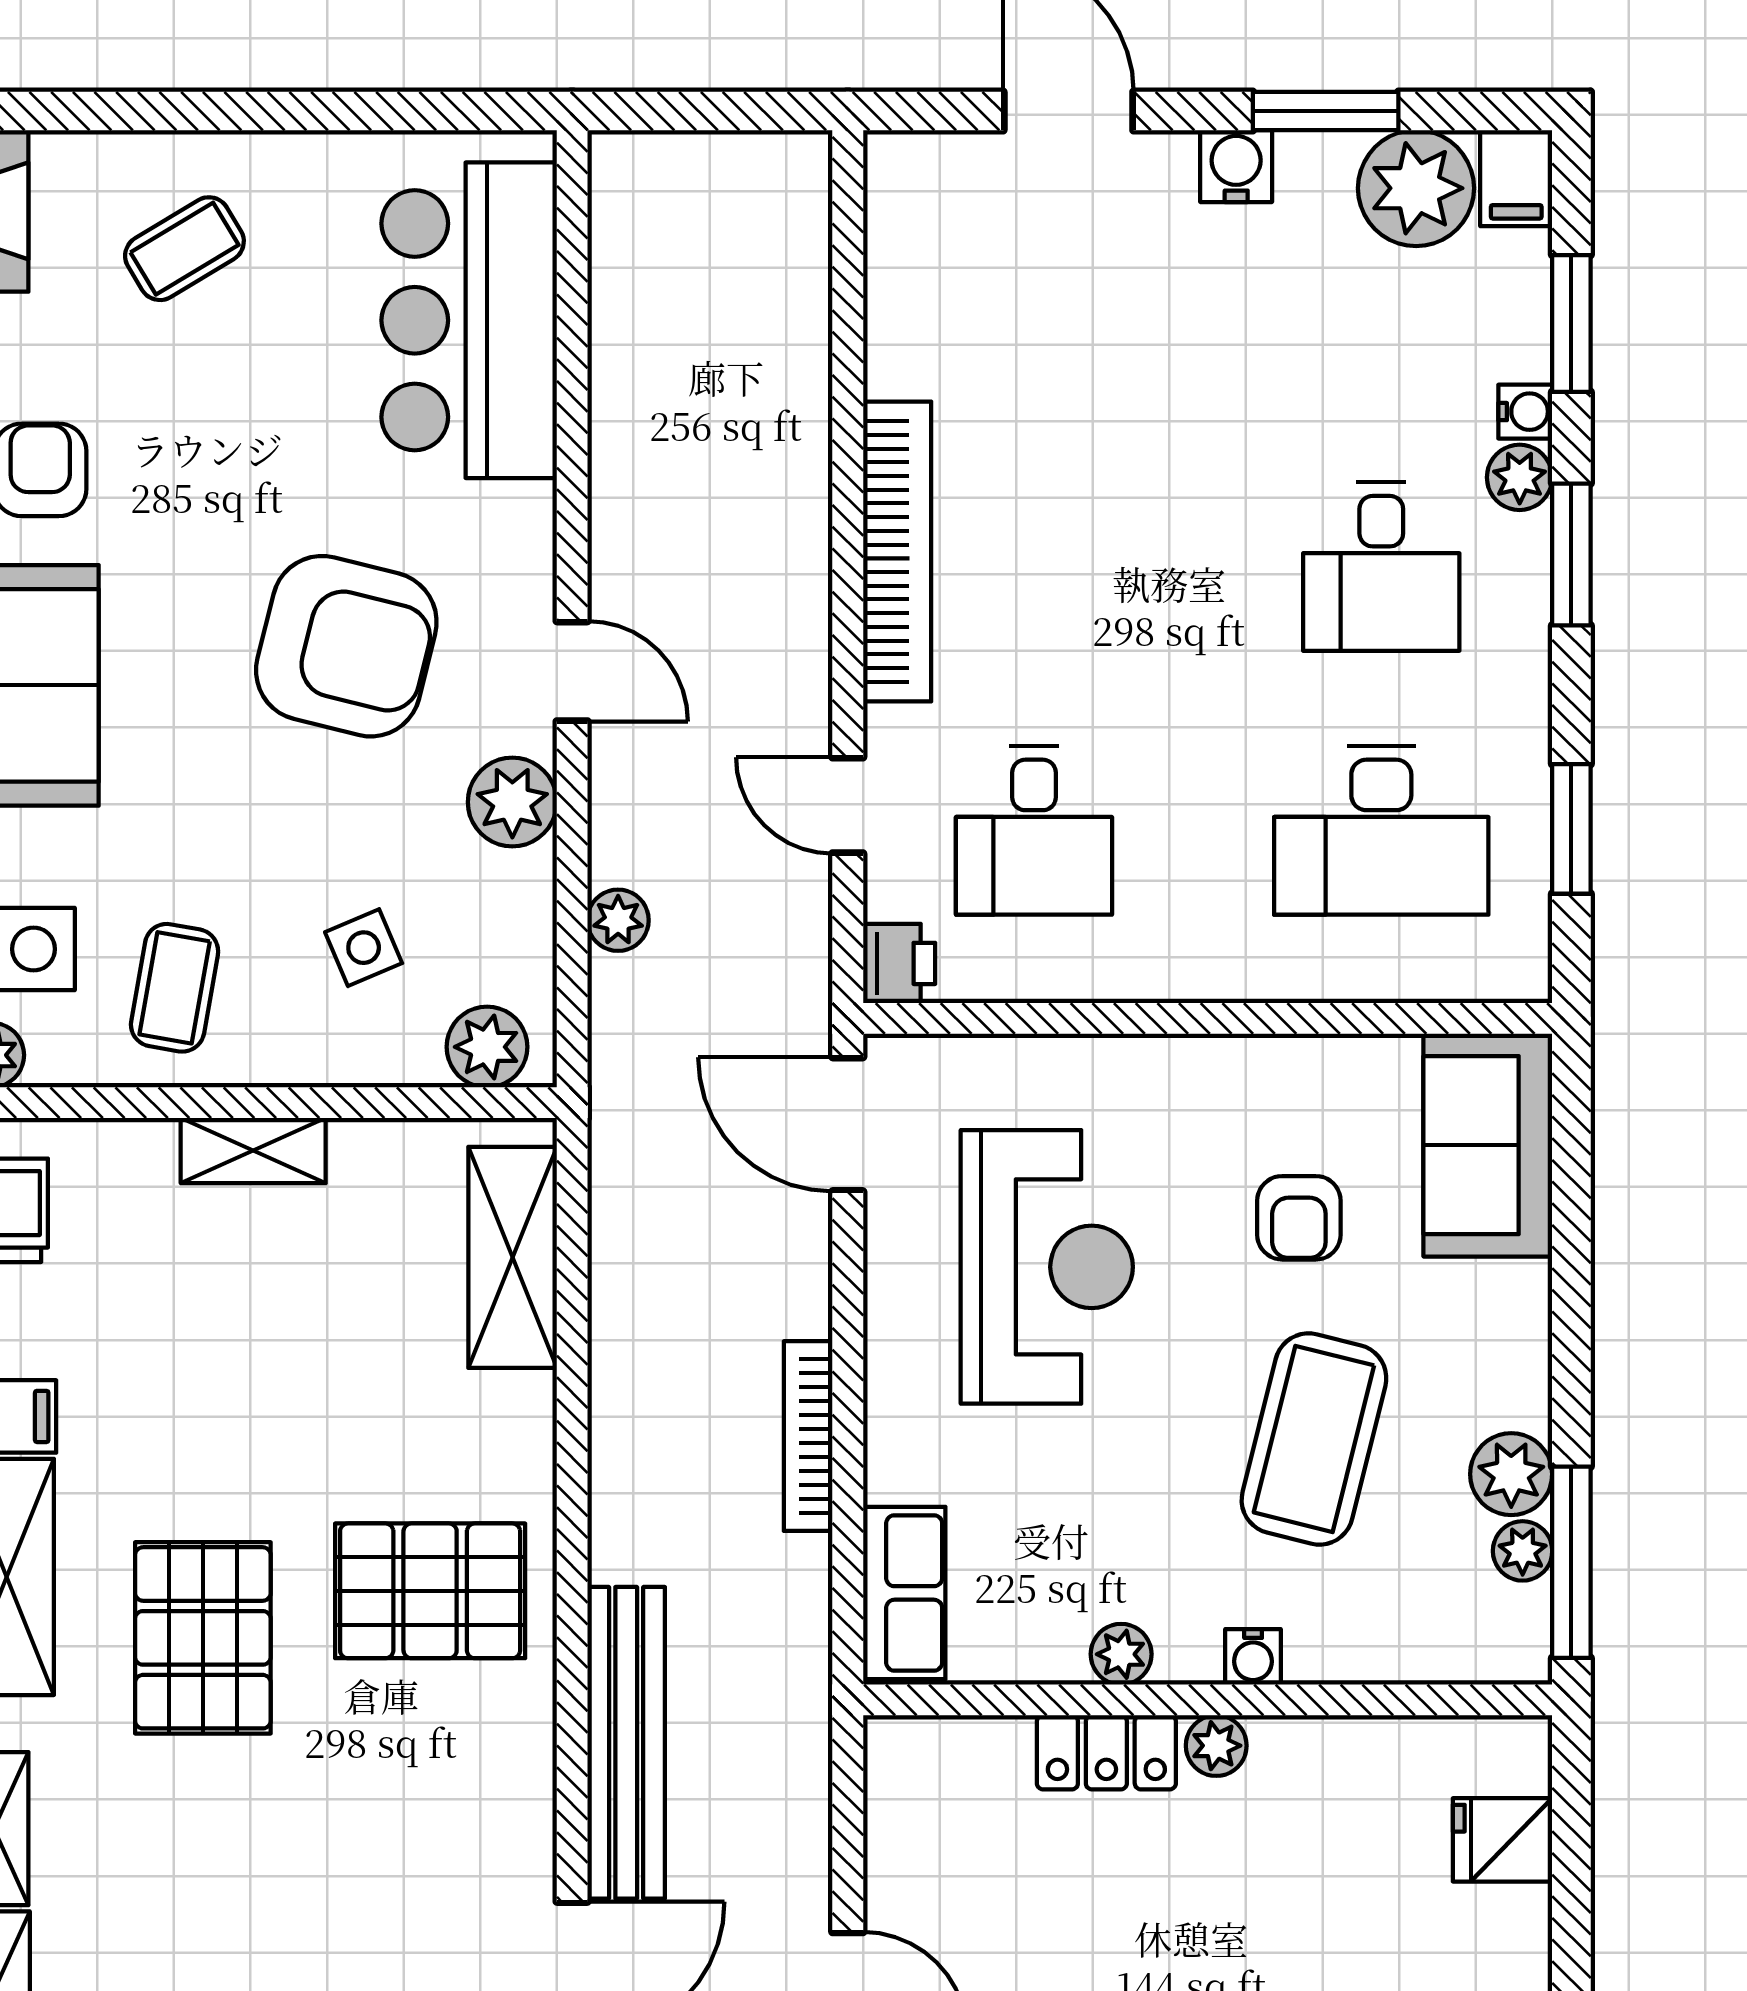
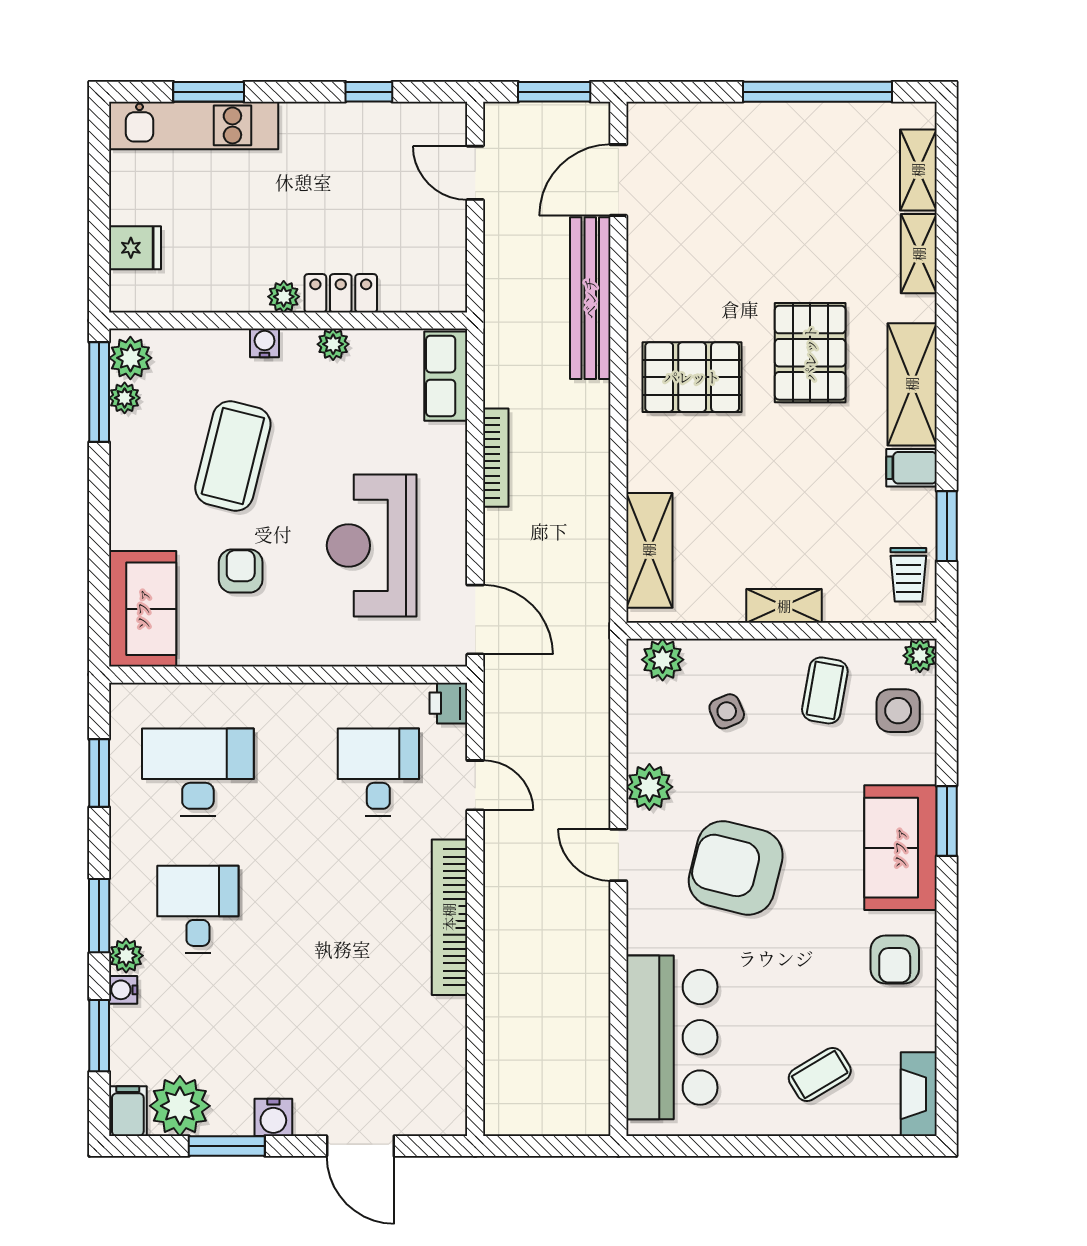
plant: (618, 920) -> (594, 726), removed
plant: (1511, 1474) -> (130, 358), moved

